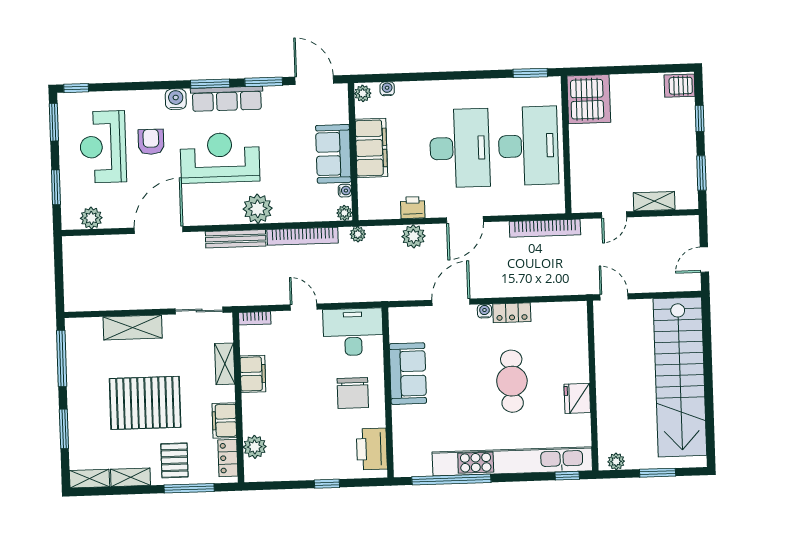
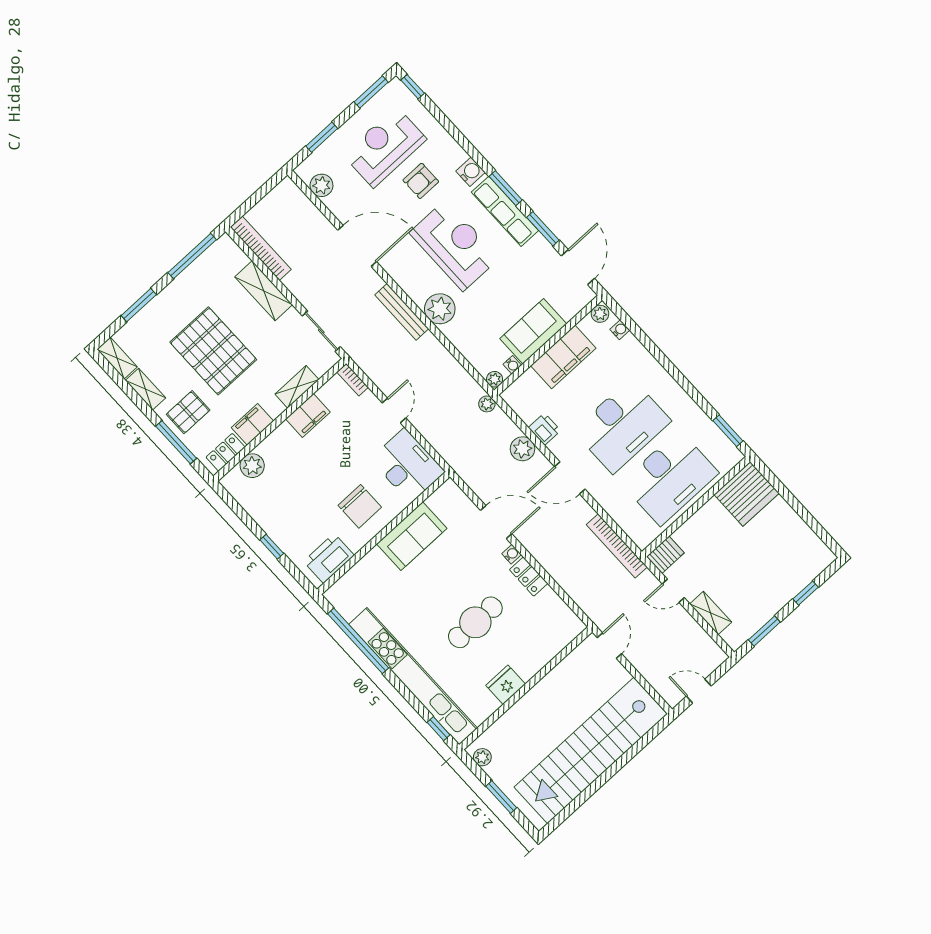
server rack: (680, 86) -> (665, 555), moved, turned 90
armchair: (151, 142) -> (421, 181), turned 180
bookcase: (303, 236) -> (261, 248), moved, turned 180
chair: (353, 393) -> (360, 506), turned -90

